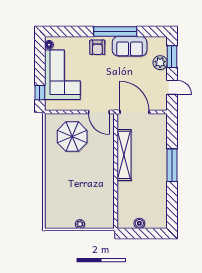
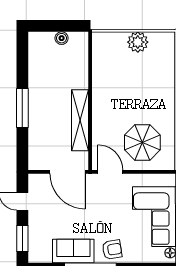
armchair: (97, 47) -> (112, 250), turned 81
plant: (160, 63) -> (37, 231), removed
plant: (80, 224) -> (138, 42), width x1.88, depth x1.88

